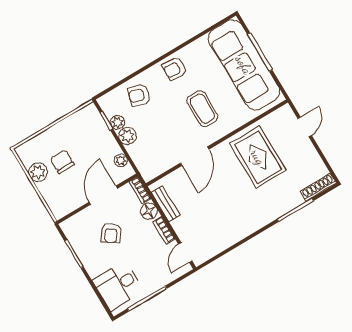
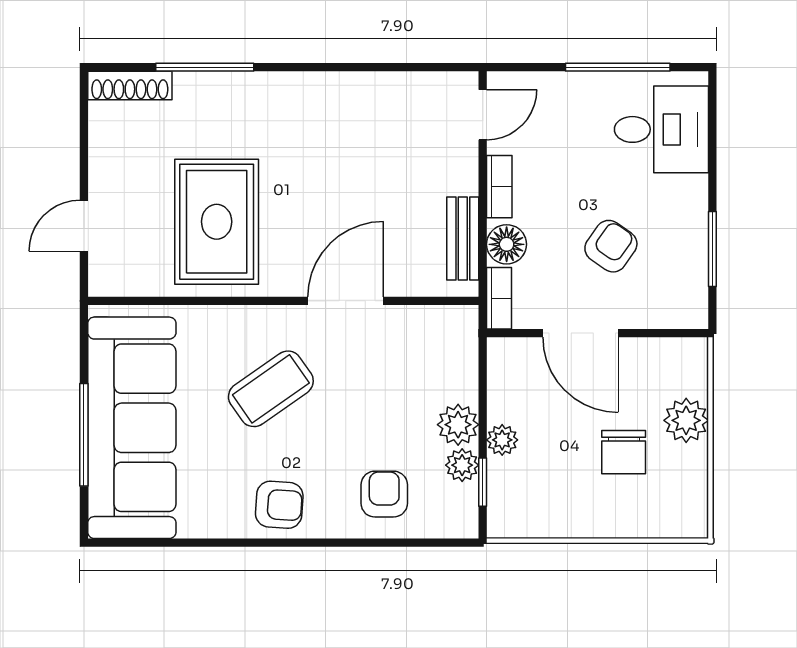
armchair: (139, 95) -> (384, 494), turned -106
coffee table: (202, 109) -> (271, 389), turned 55
plant: (121, 160) -> (502, 440), moved
plant: (38, 172) -> (686, 420), moved
door: (103, 195) -> (580, 333), hinge flipped

